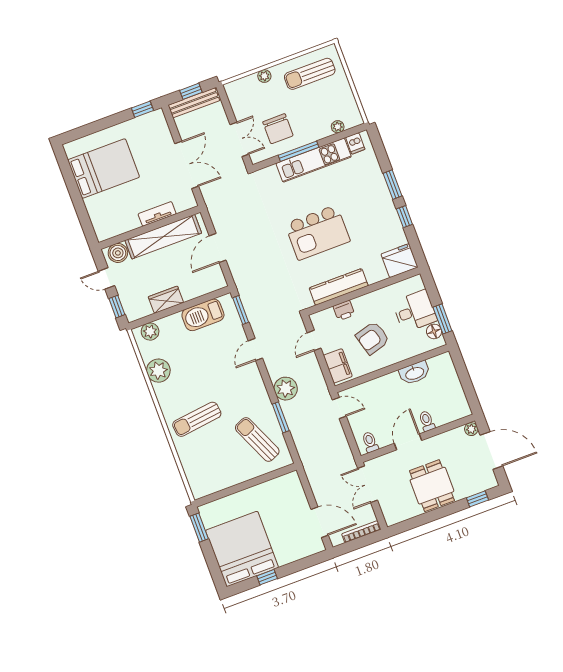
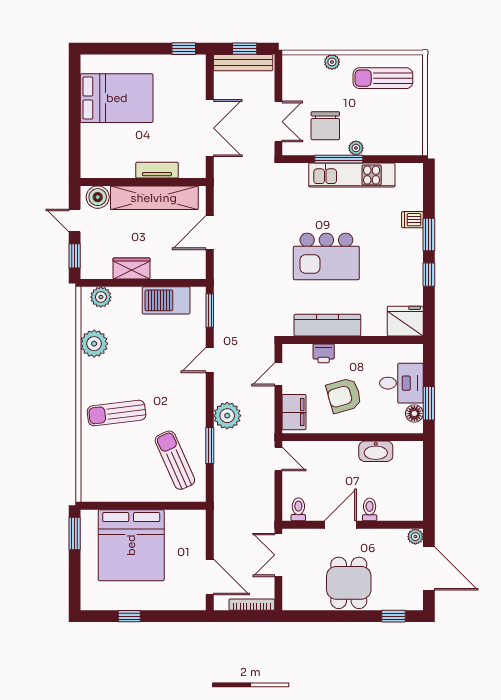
plant: (338, 127) -> (356, 148), moved
dishwasher: (355, 143) -> (412, 220), moved, turned 90
bed: (242, 549) -> (131, 545), moved, turned 180

